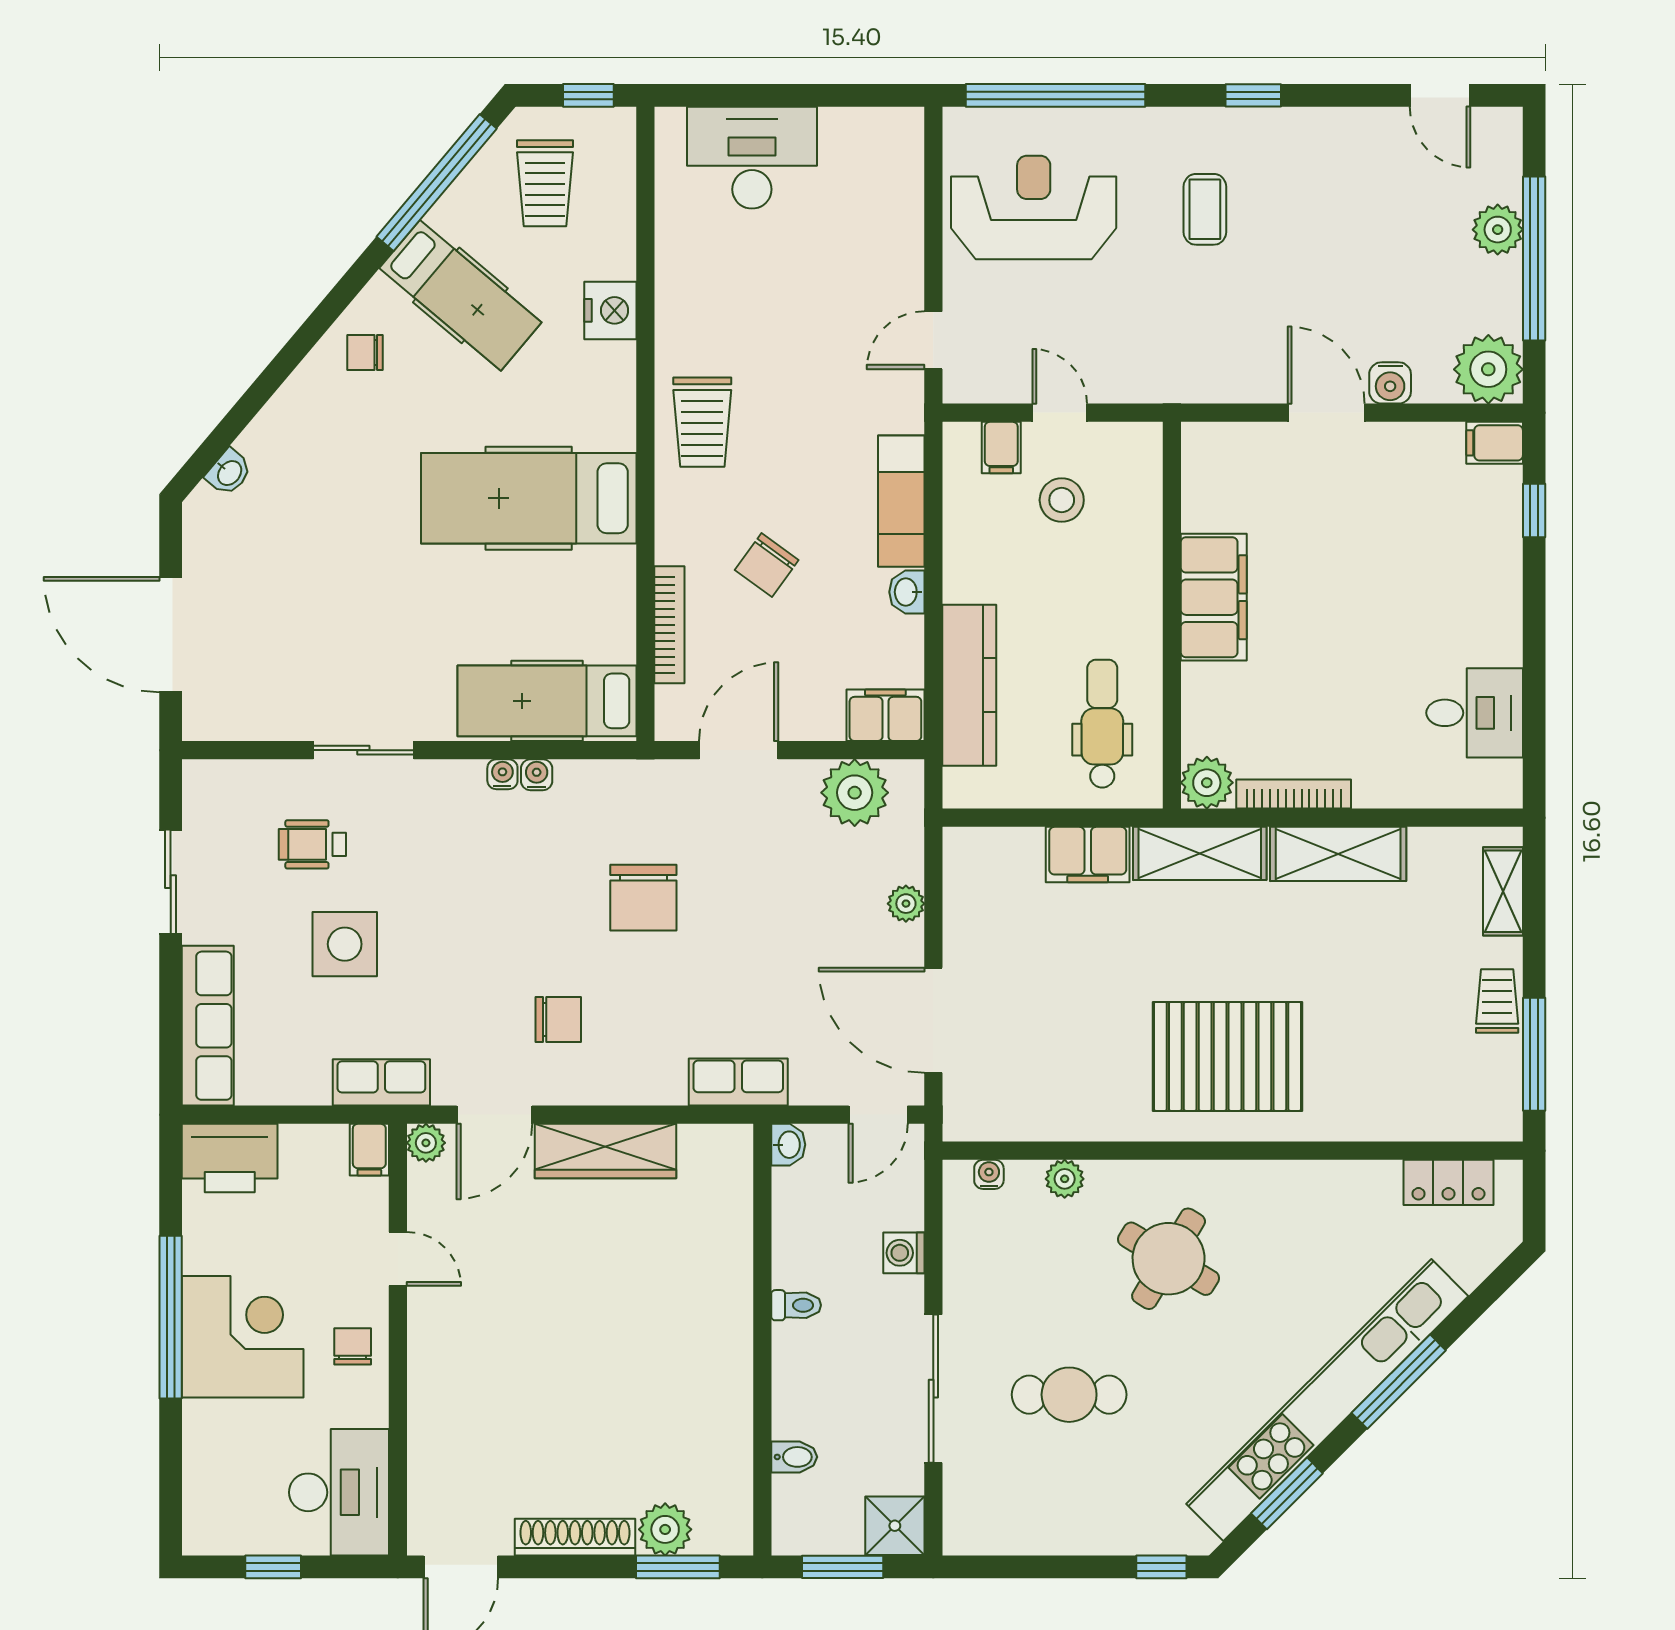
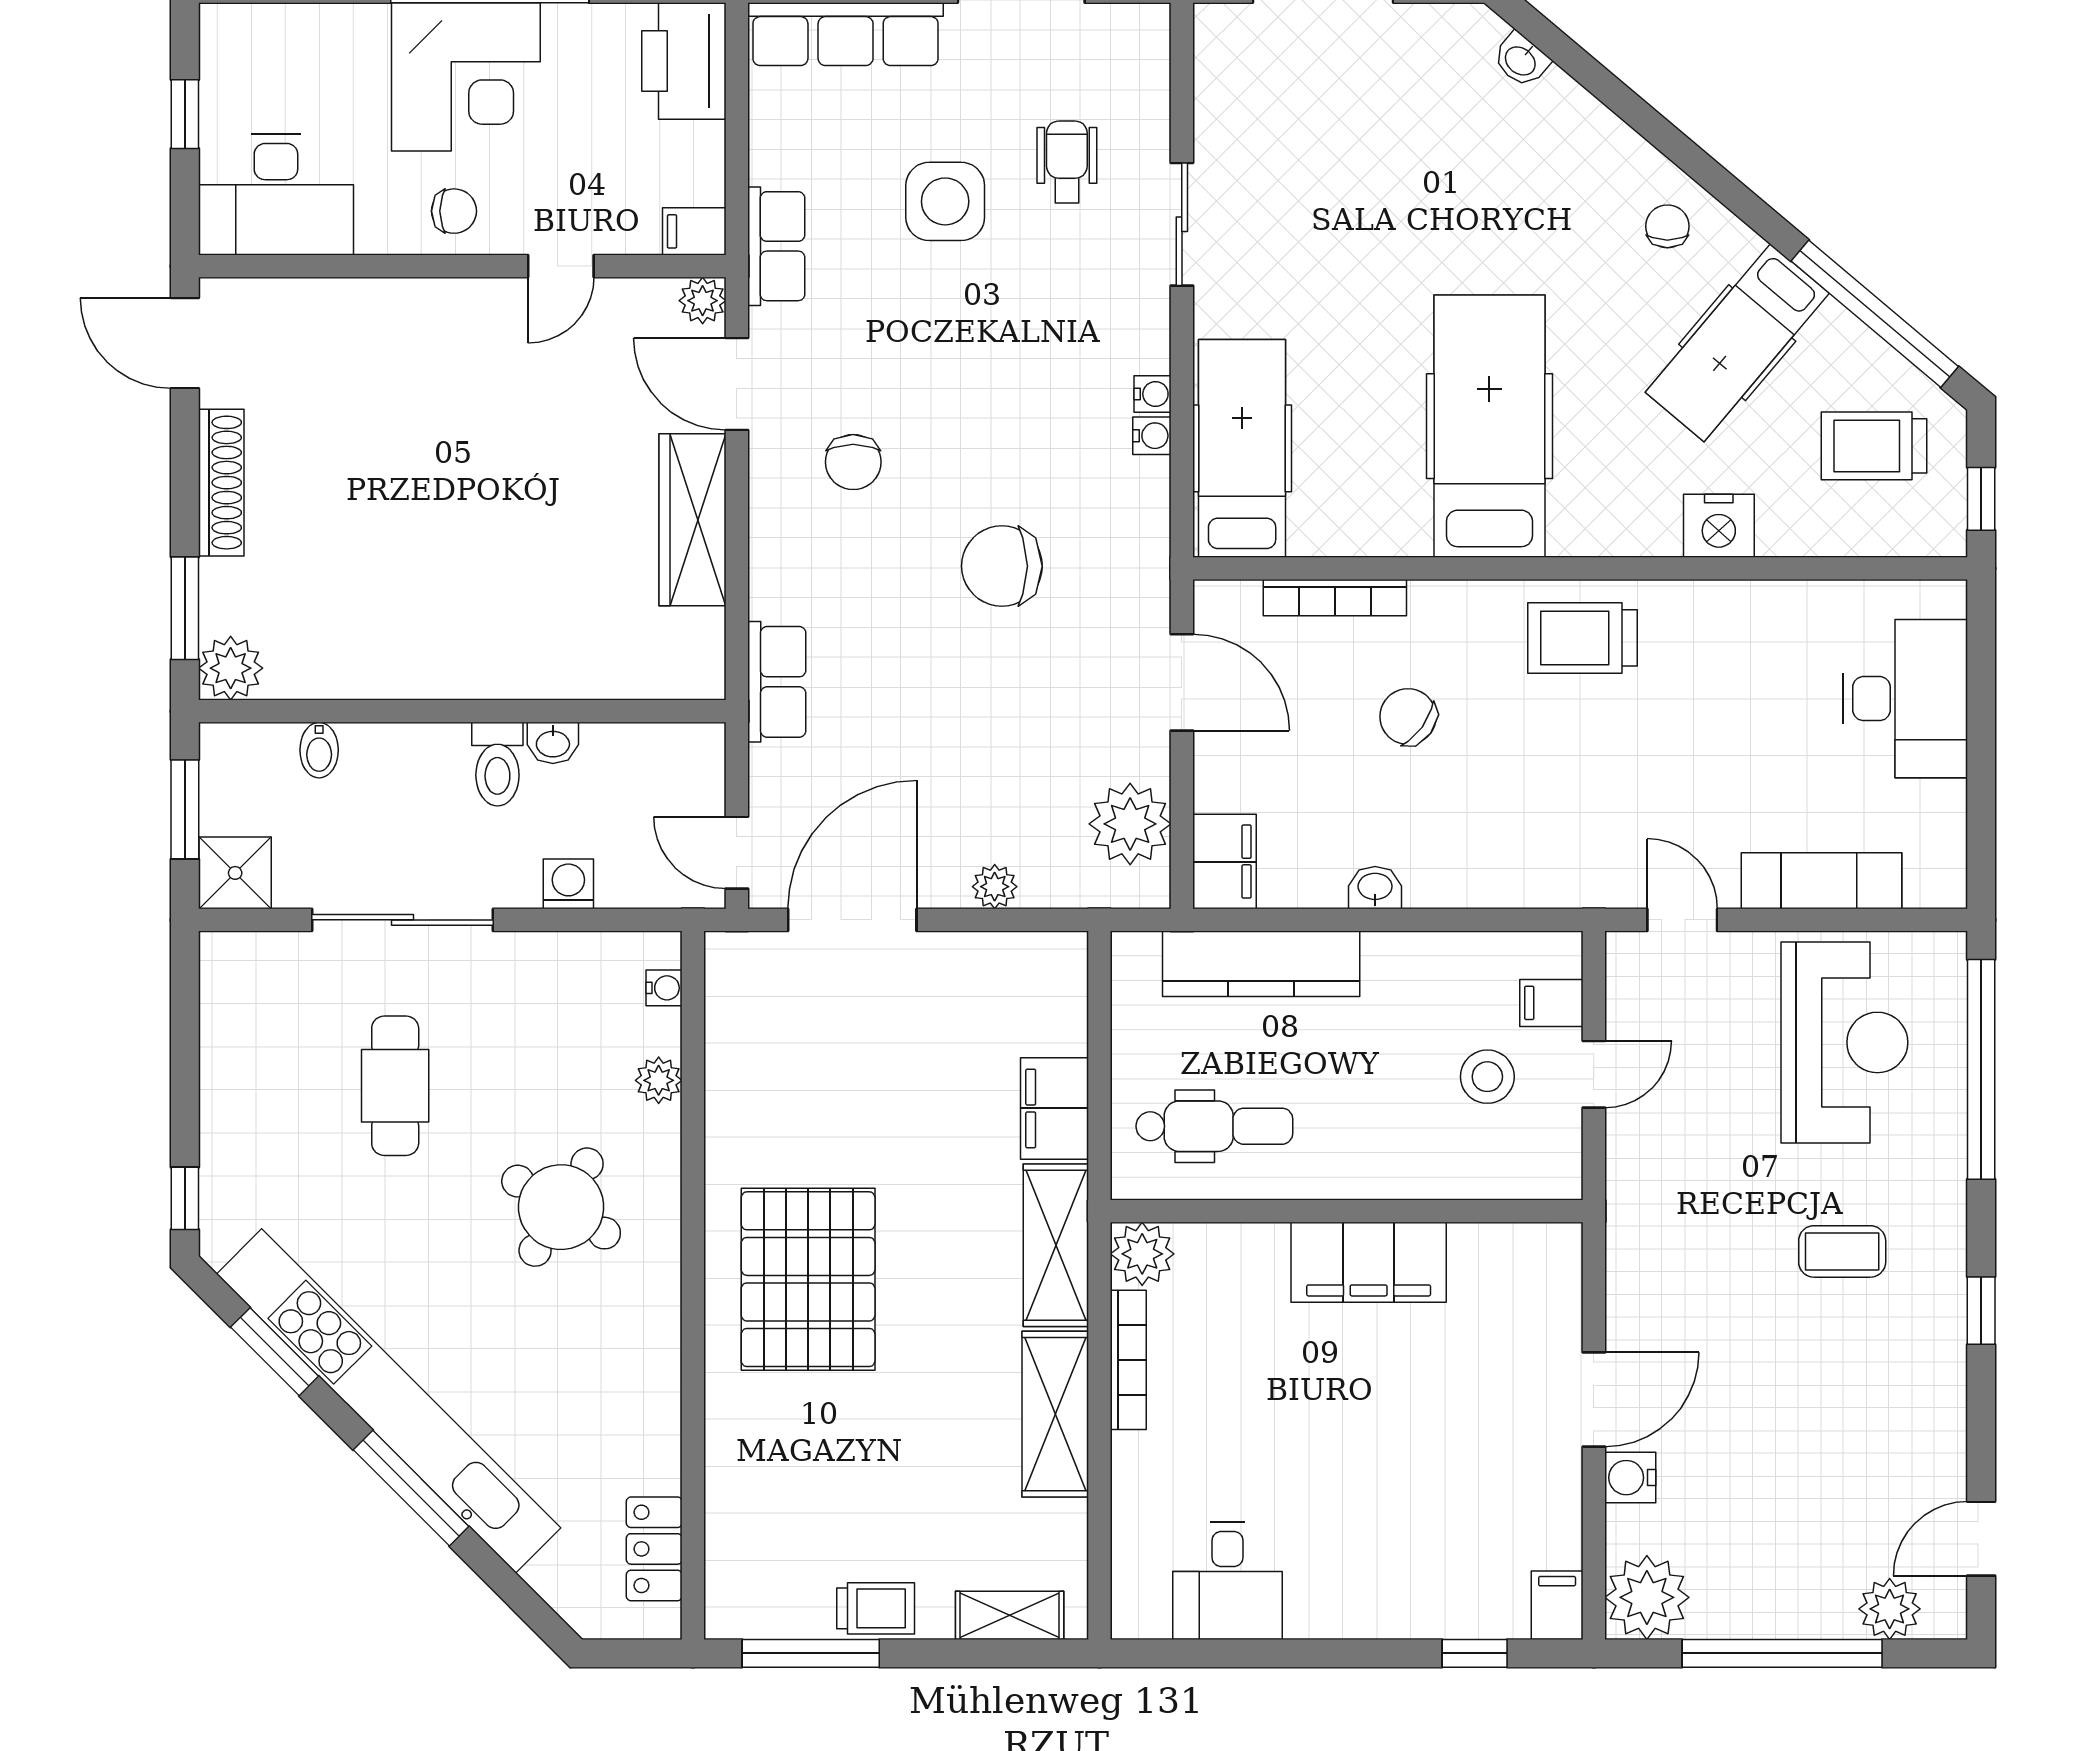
plant: (1498, 230) -> (1890, 1609), moved
exam couch: (901, 501) -> (1821, 881), moved
washbasin: (788, 1145) -> (553, 743), moved
toilet: (796, 1305) -> (497, 764), width x1.37, depth x1.39
plant: (665, 1529) -> (231, 668), moved

